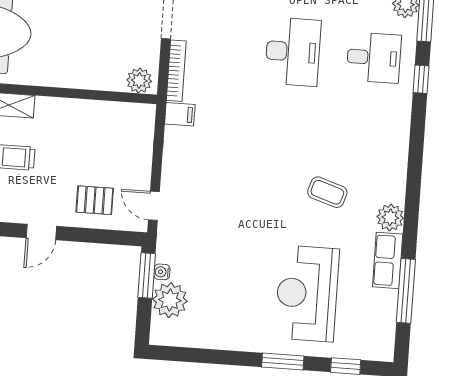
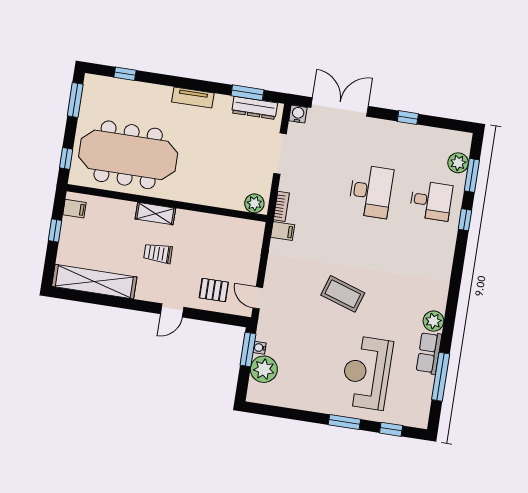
bookcase: (176, 71) -> (281, 206), width x0.64
coffee table: (327, 192) -> (343, 294), moved, width x1.36, depth x1.30

